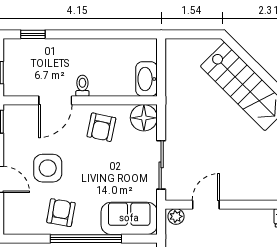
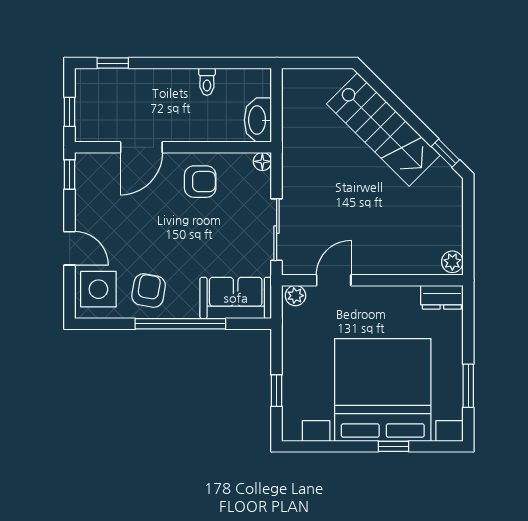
toilet: (82, 86) -> (207, 82), moved, turned 180
floor lamp: (144, 118) -> (262, 161), width x0.53, depth x0.53
armchair: (101, 127) -> (200, 182), turned -102
side table: (48, 168) -> (98, 289), moved

